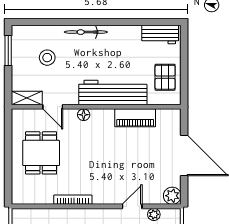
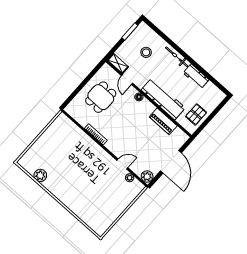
workbench: (160, 35) -> (196, 76), moved

